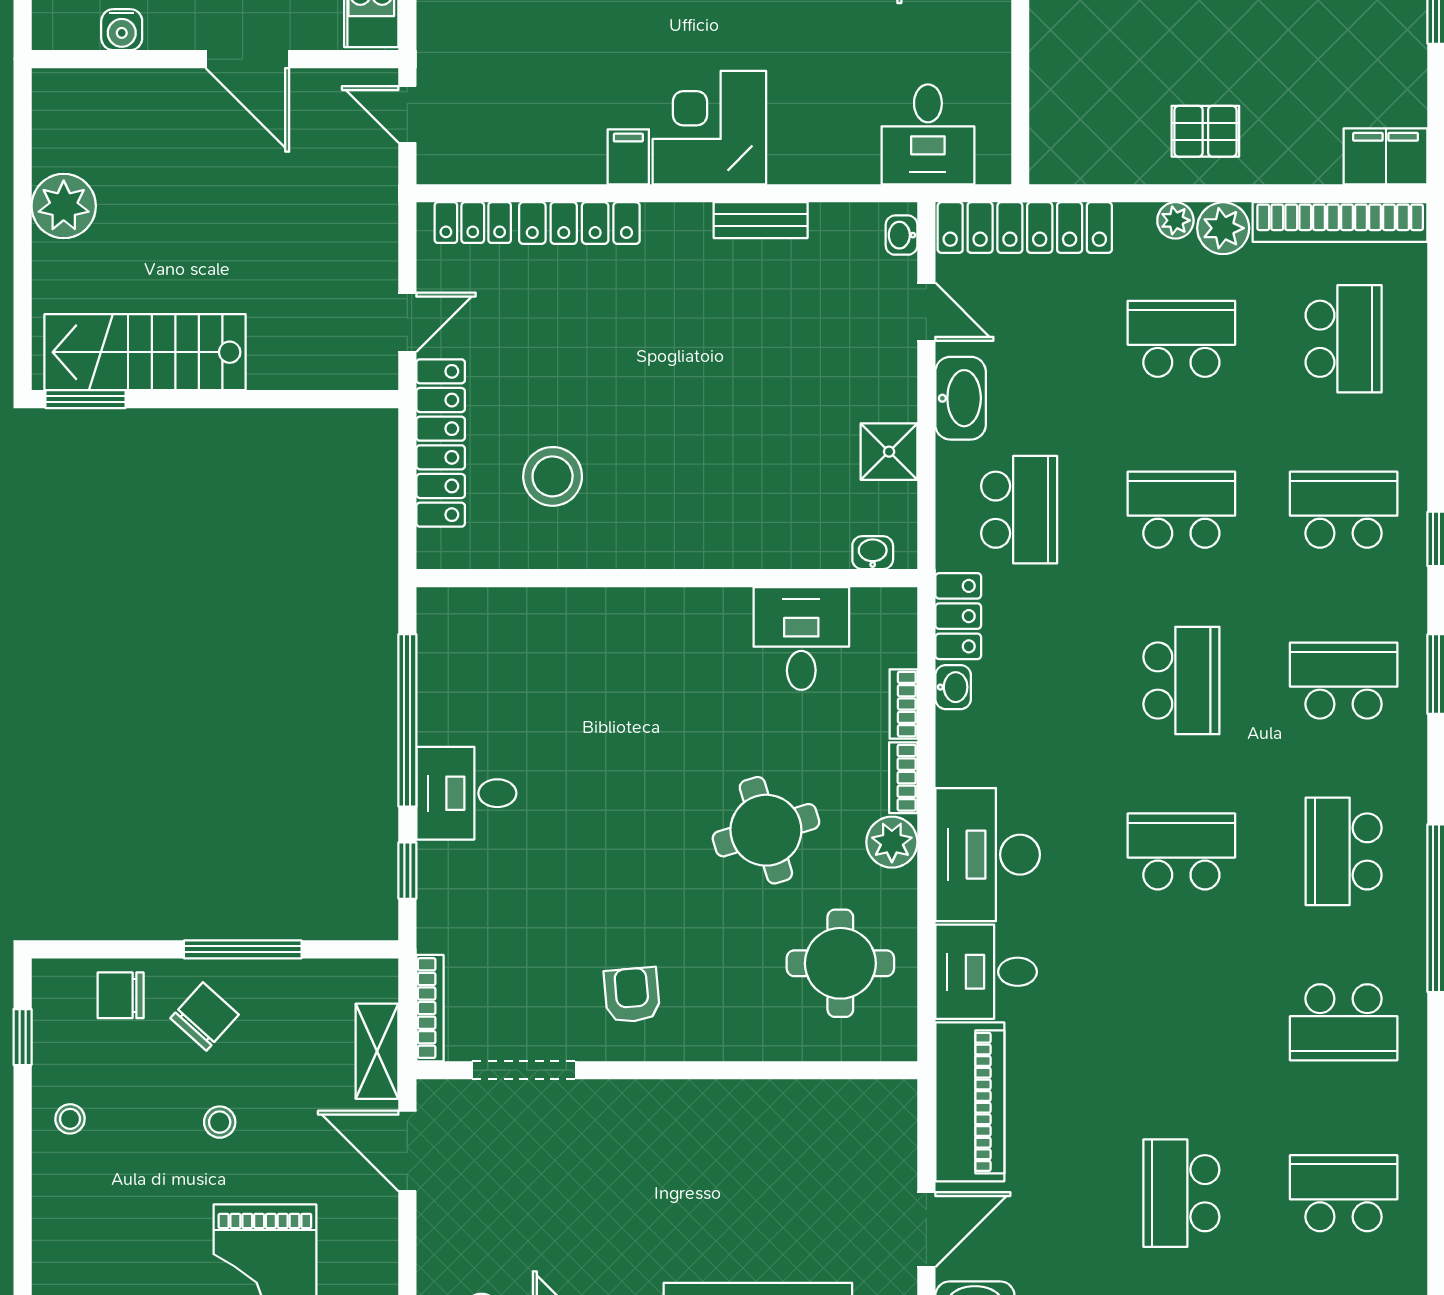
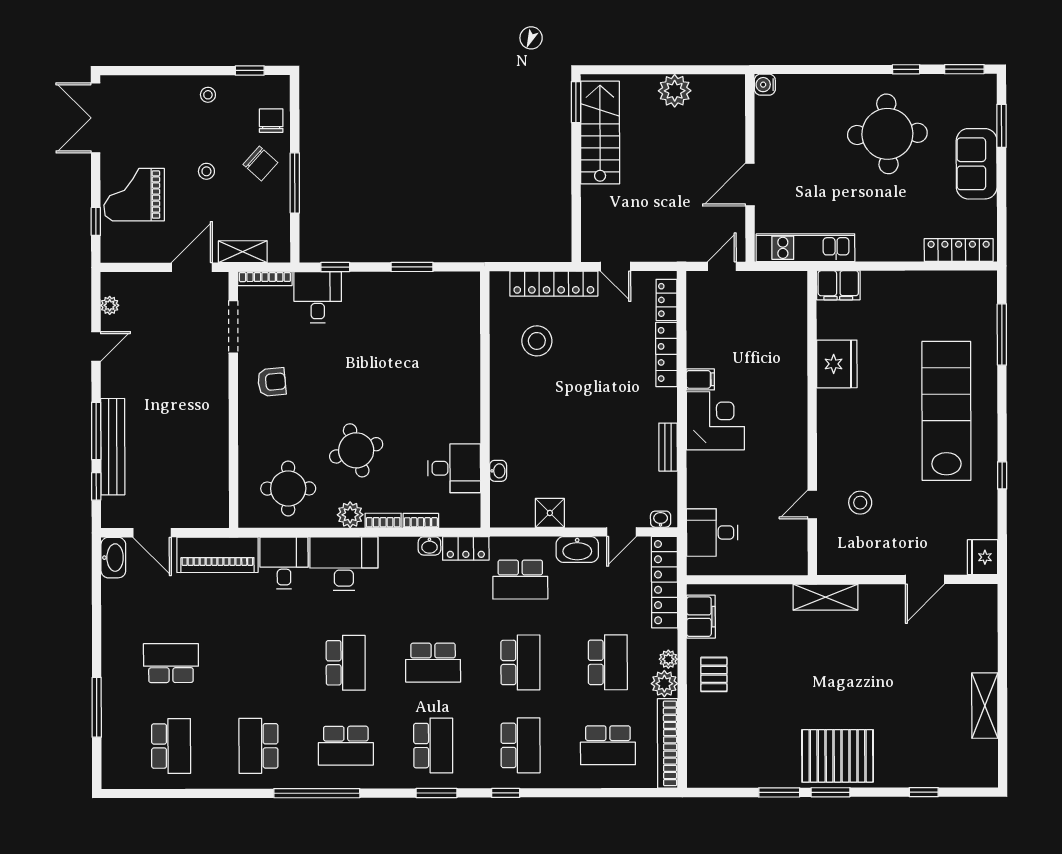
water cooler: (122, 30) -> (765, 85), moved
filing cabinet: (1386, 156) -> (701, 617), moved
washbasin: (873, 553) -> (498, 471), moved
window: (407, 720) -> (412, 267), width x0.47
desk: (466, 793) -> (318, 297), moved
school desk: (1344, 851) -> (346, 746), turned 180

